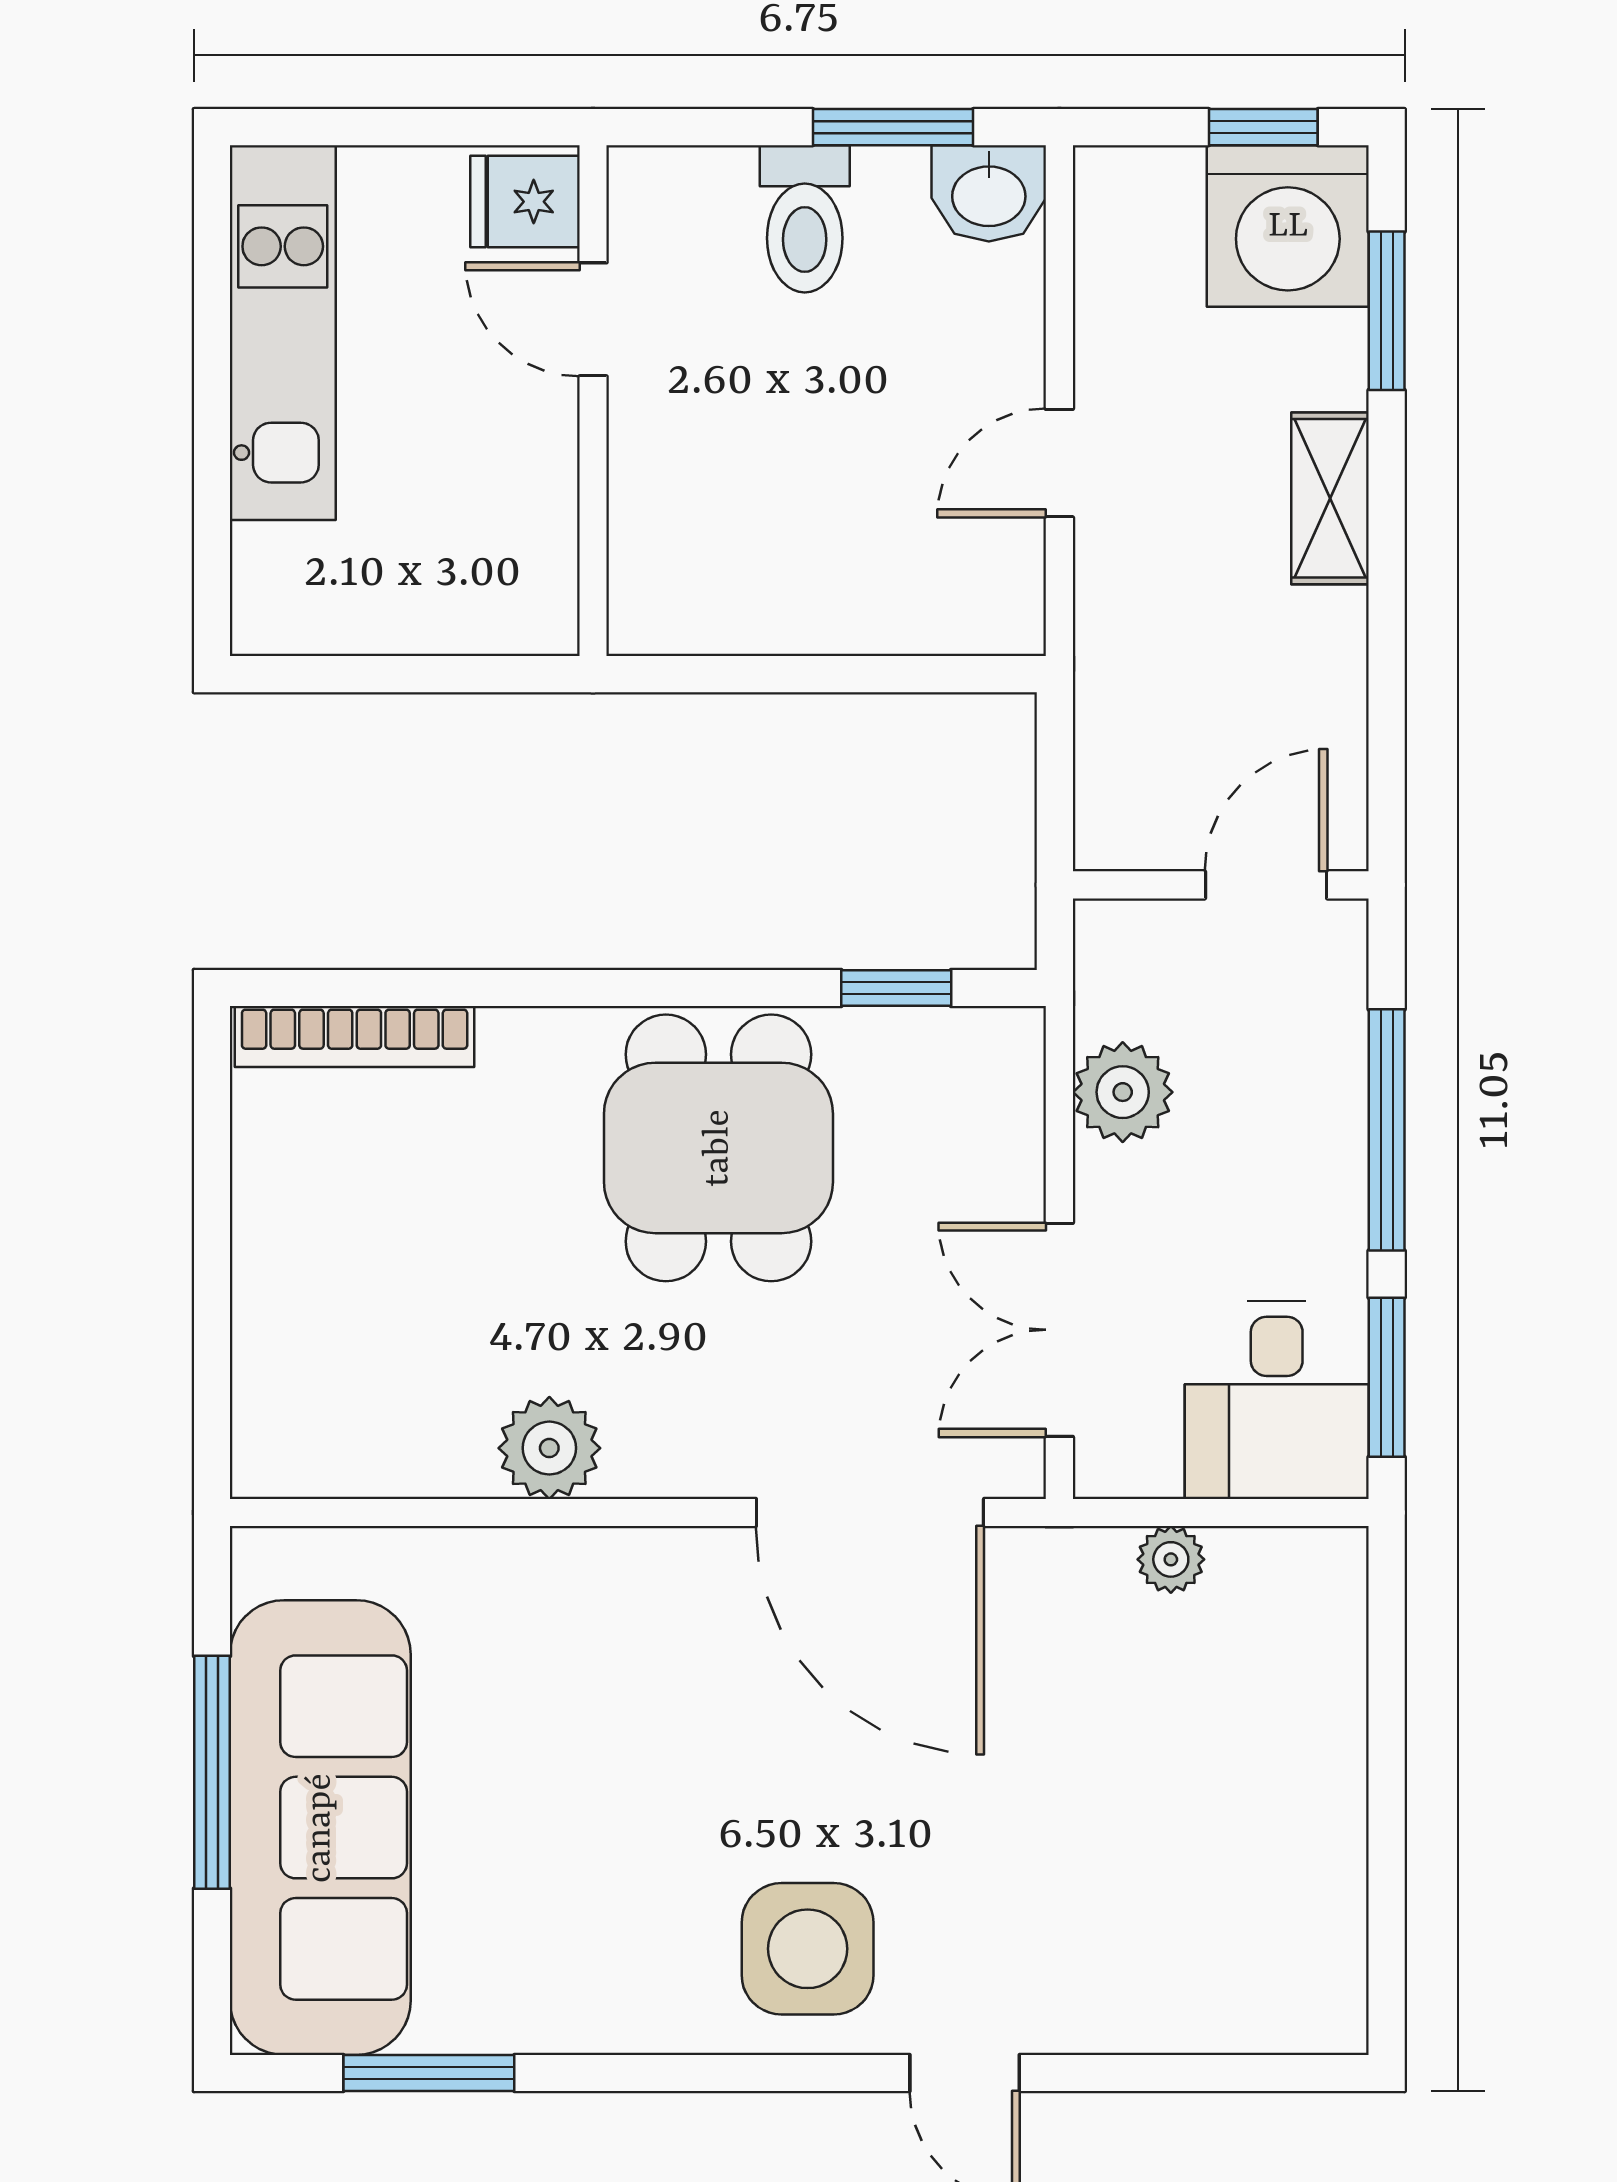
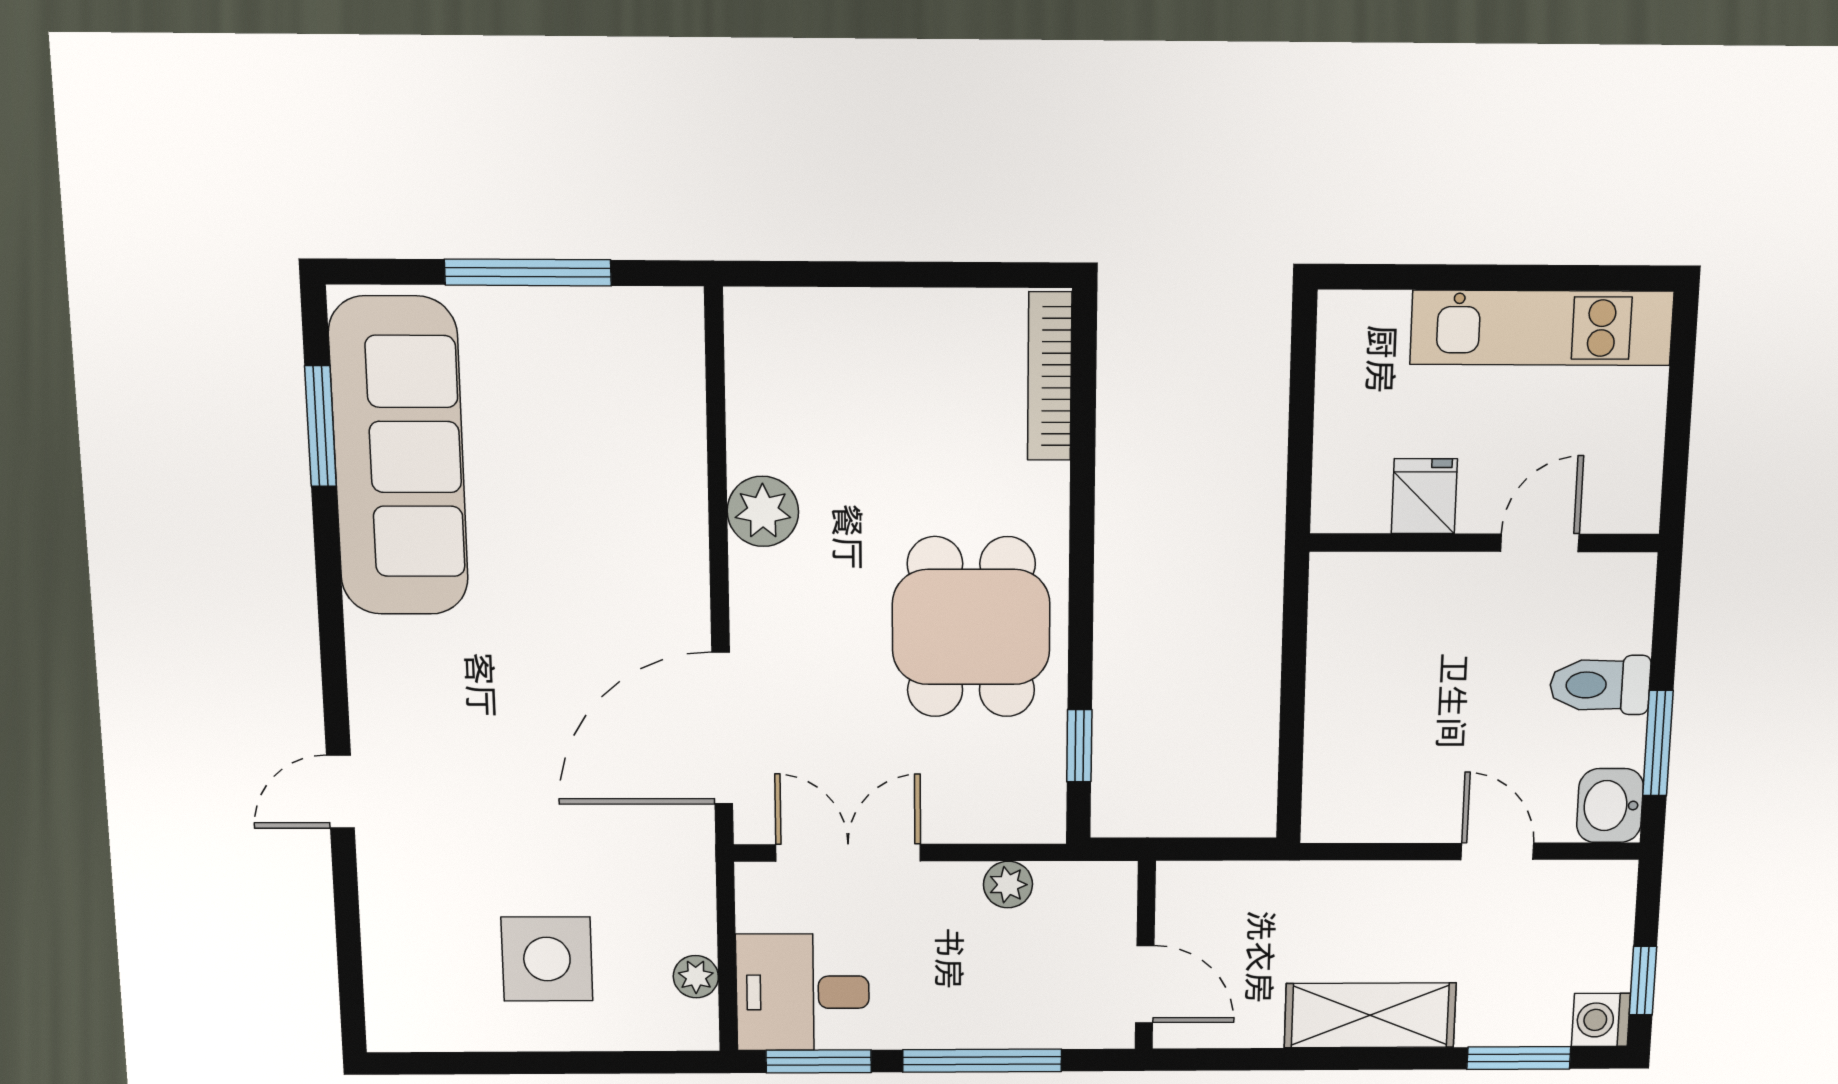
fridge: (525, 202) -> (1424, 496), moved
washing machine: (1288, 226) -> (1601, 1020), width x0.53, depth x0.53
door: (1059, 463) -> (1497, 851), moved
shelving: (1330, 498) -> (1370, 1015), width x1.50, depth x1.33
plant: (1123, 1092) -> (1008, 885), width x0.73, depth x0.73
dining table: (718, 1148) -> (971, 627), turned 90
plant: (1171, 1559) -> (696, 977), moved
sofa: (320, 1828) -> (399, 457), moved, turned -90
side table: (808, 1949) -> (547, 959), moved

